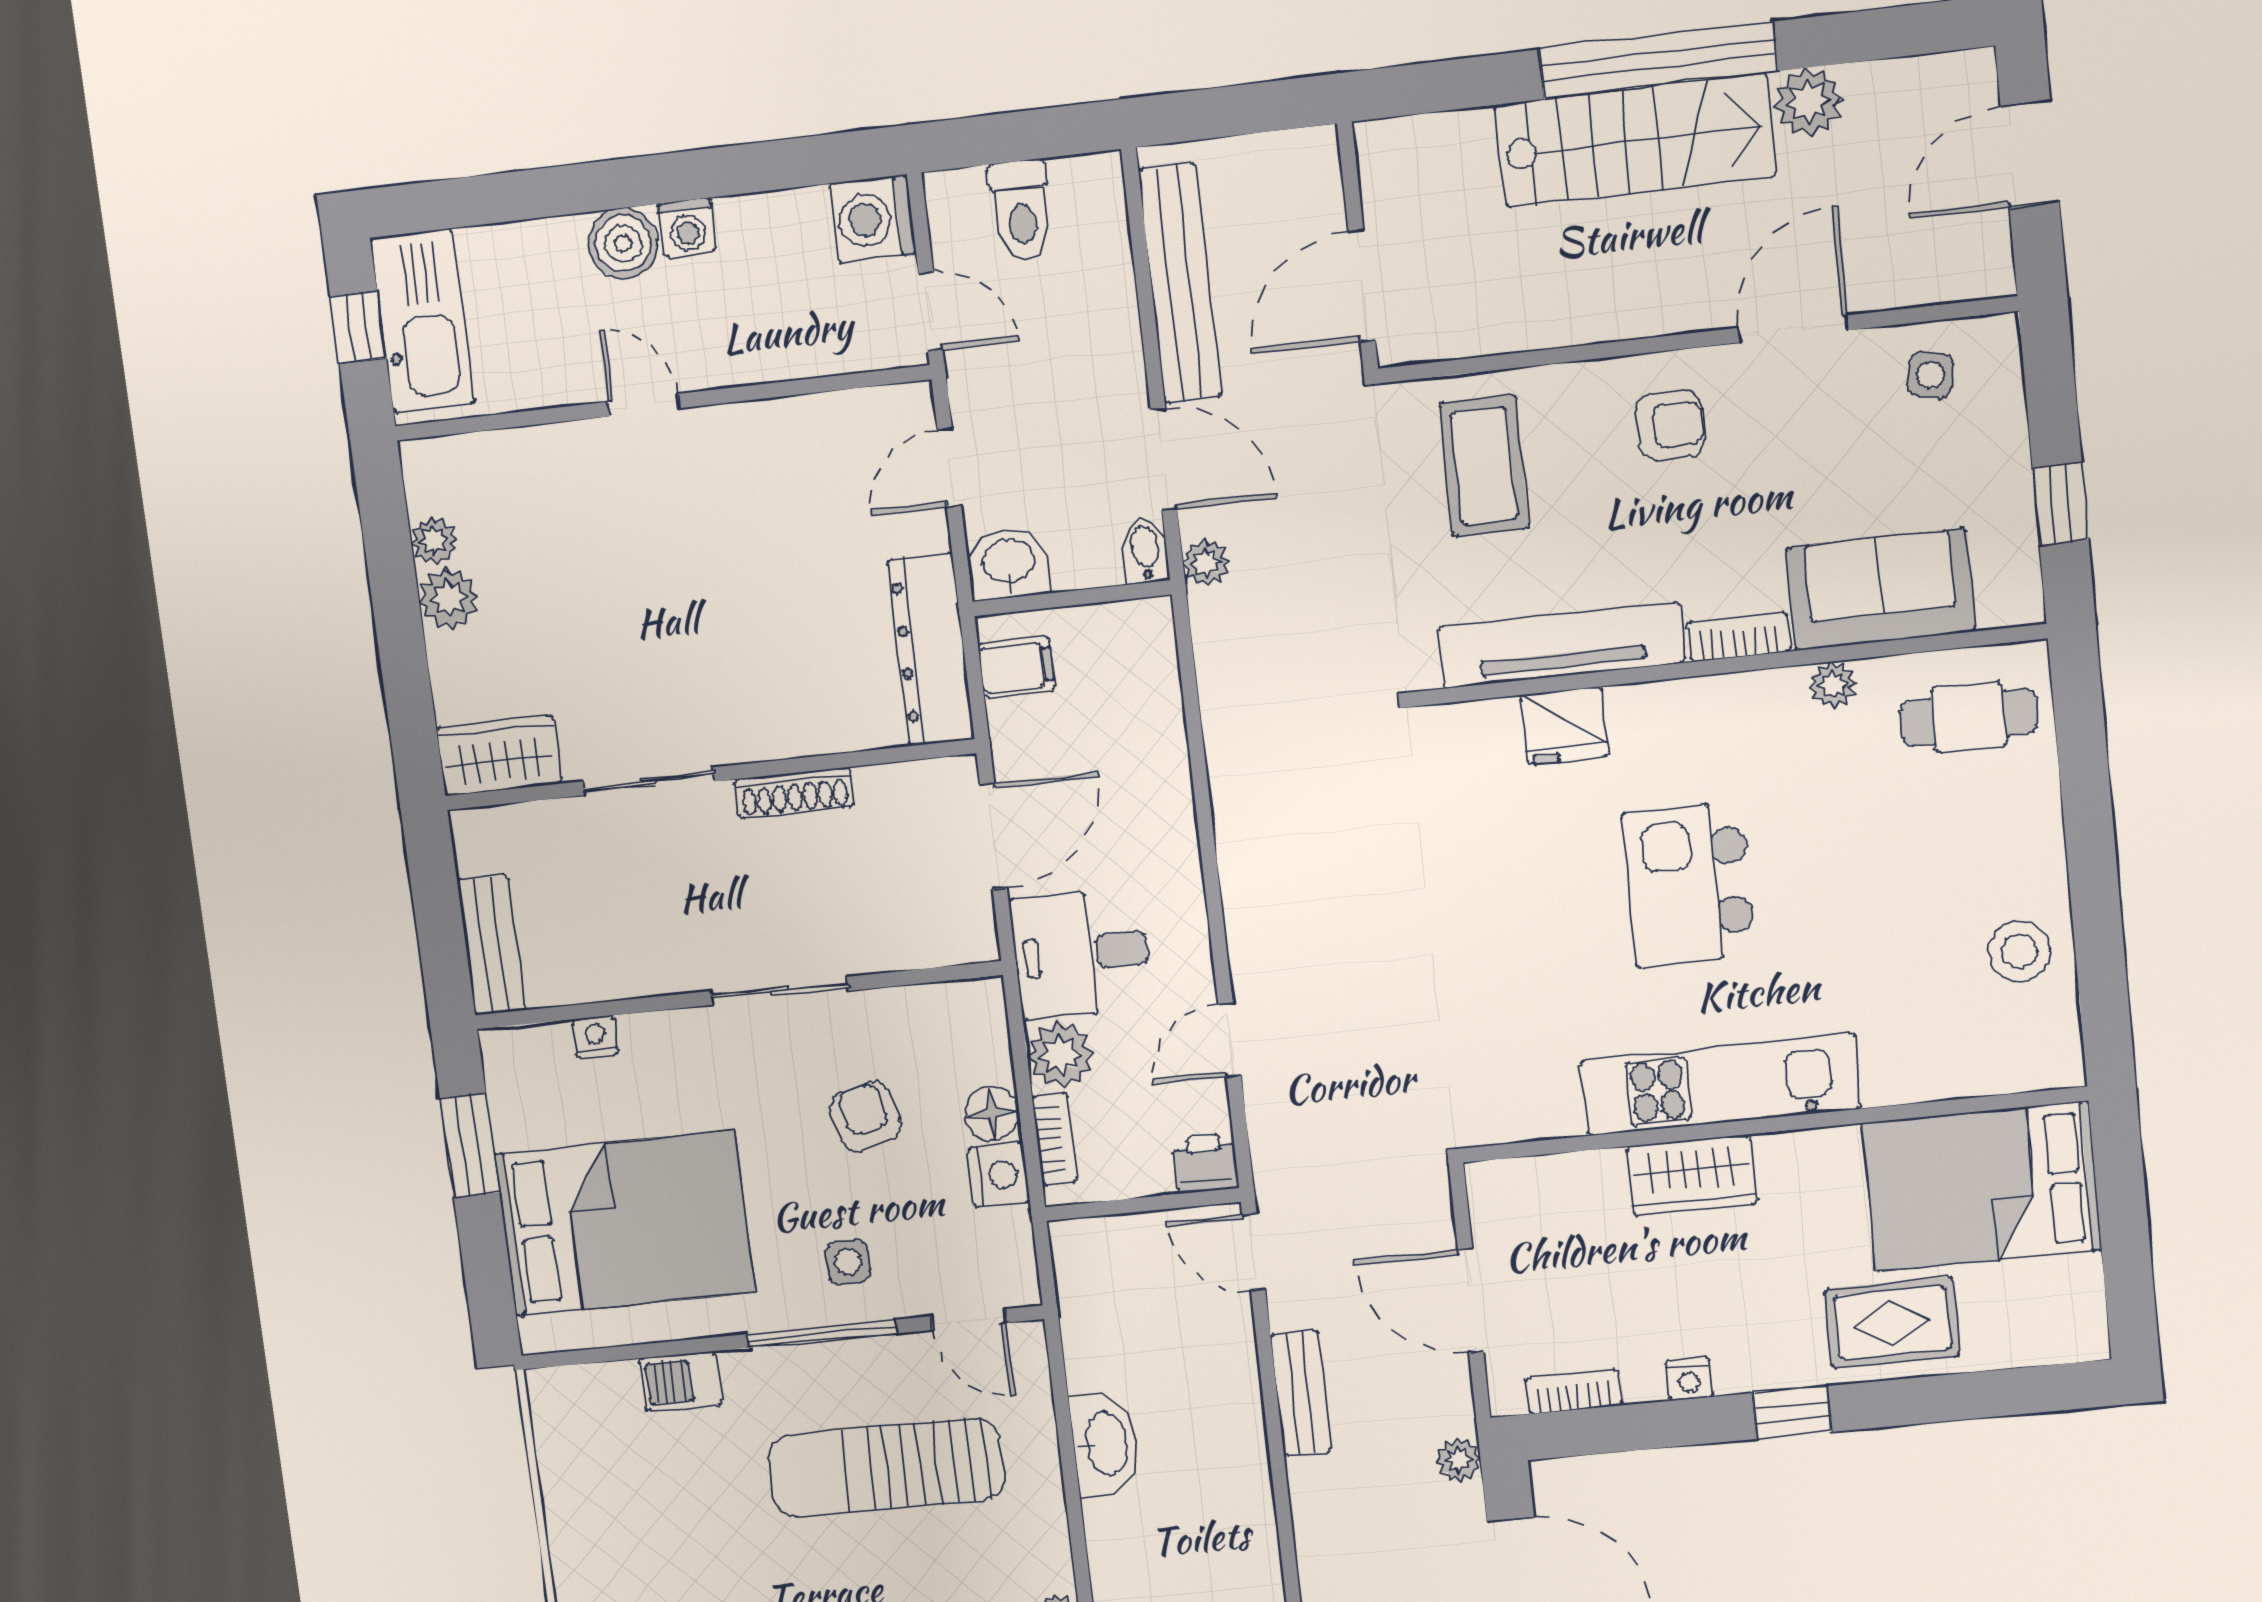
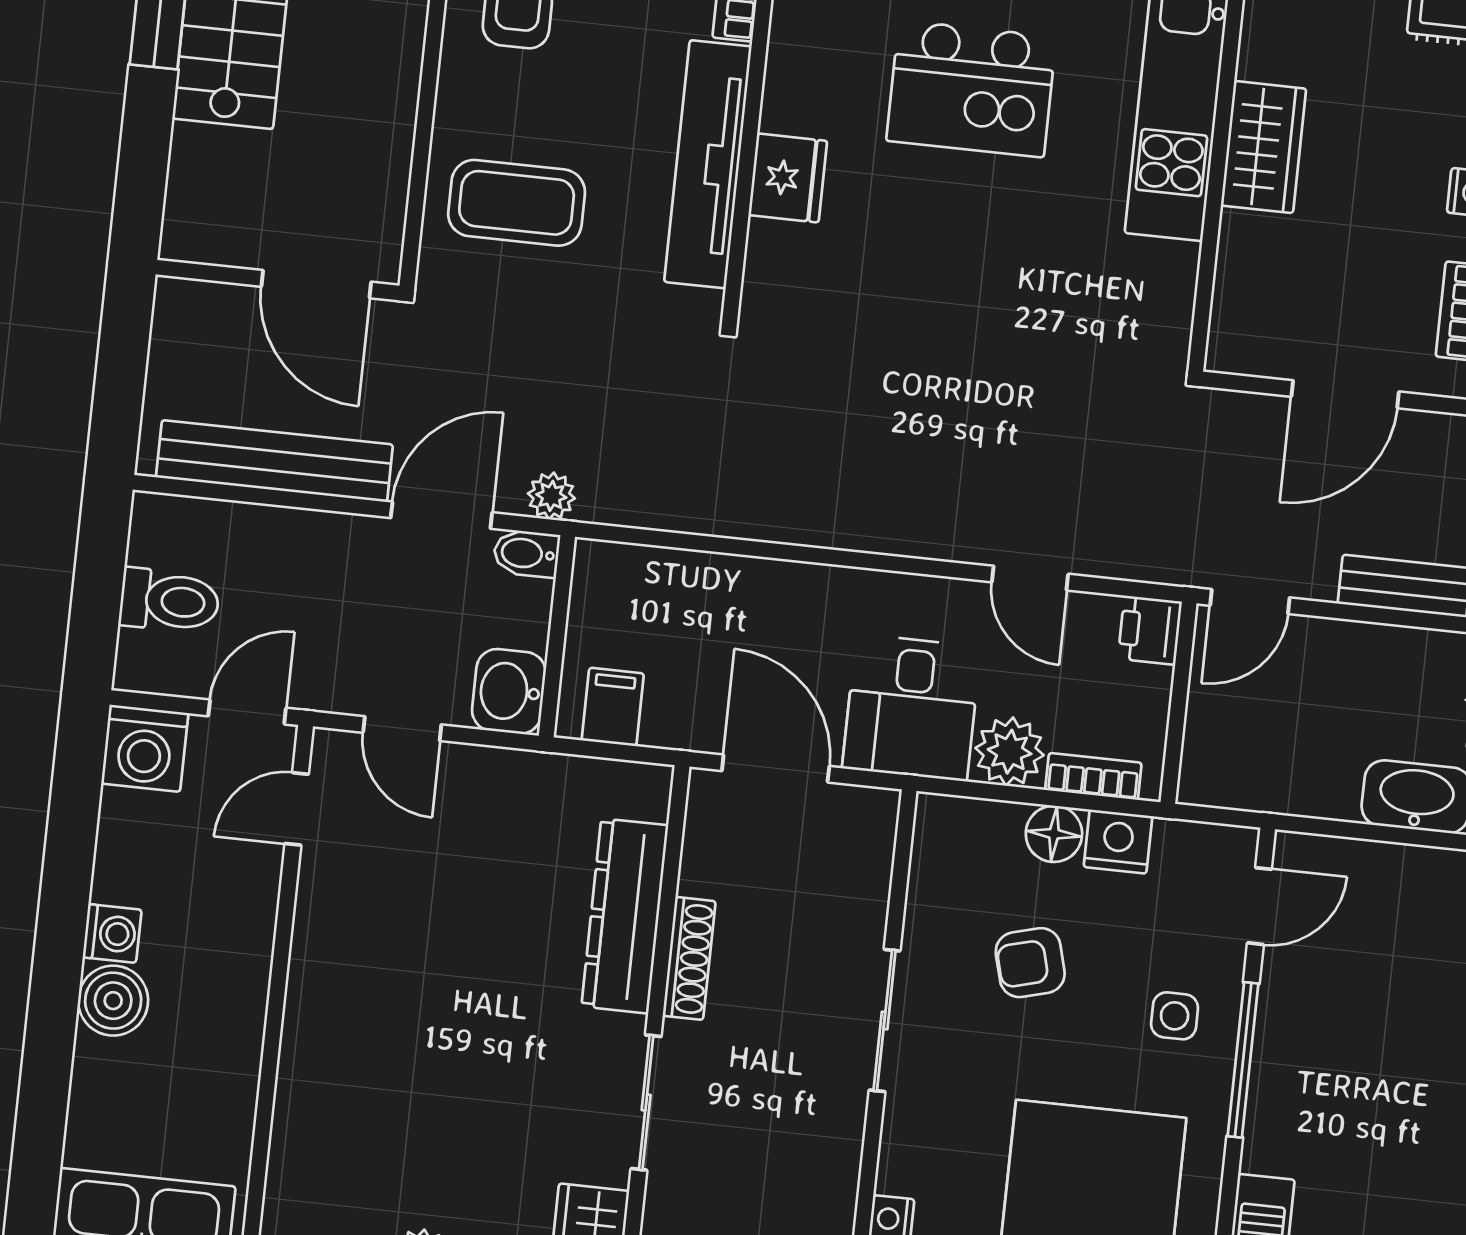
door: (644, 405) -> (297, 809), moved
dresser: (931, 650) -> (625, 916), moved, turned 90
sun lounger: (886, 1467) -> (1395, 1026), removed

